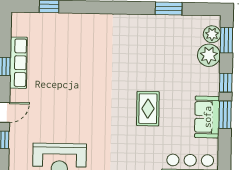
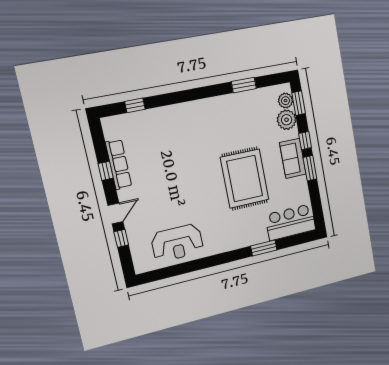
rug: (148, 109) -> (245, 179), width x1.86, depth x2.06
sofa: (207, 117) -> (293, 158), moved

